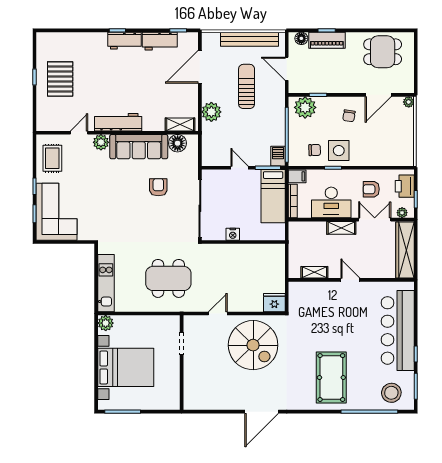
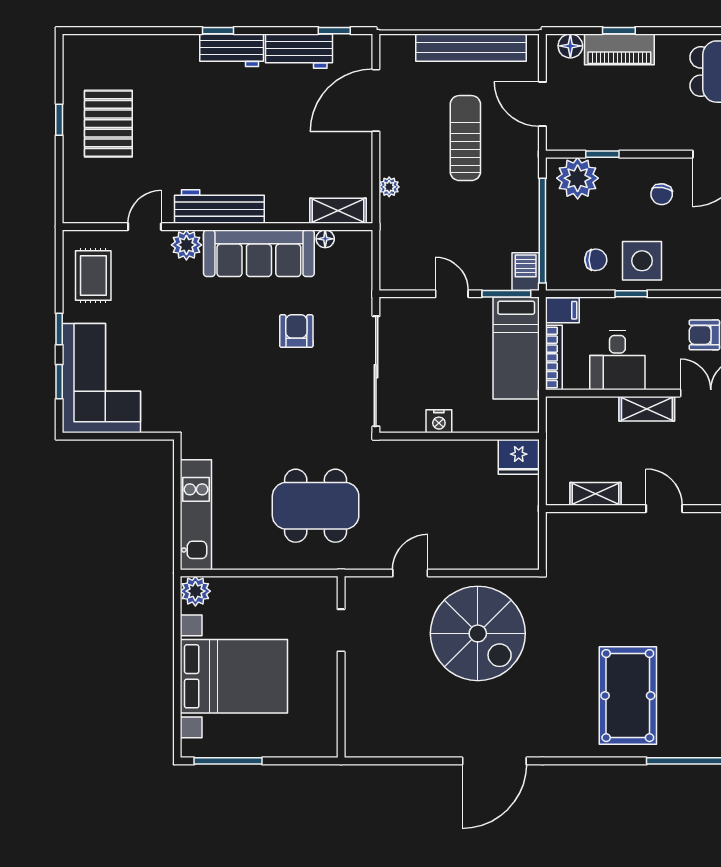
plant: (211, 112) -> (389, 187), width x0.53, depth x0.53
floor lamp: (178, 143) -> (325, 239), width x0.53, depth x0.53
desk: (331, 202) -> (617, 360), width x0.73
fridge: (274, 303) -> (519, 457), moved, turned 180

